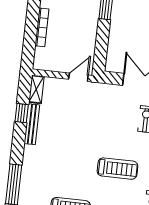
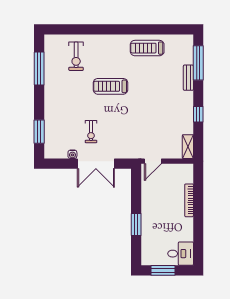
window: (22, 113) -> (198, 114), moved
bench: (32, 124) -> (188, 78), moved, width x0.73

